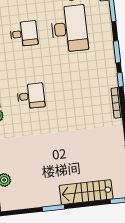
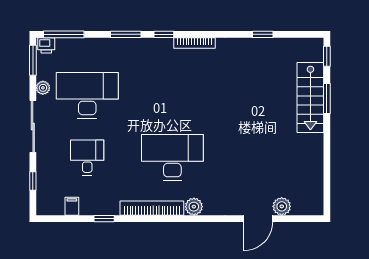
desk: (31, 96) -> (172, 158), width x1.87, depth x1.30
window: (53, 208) -> (327, 98), moved

